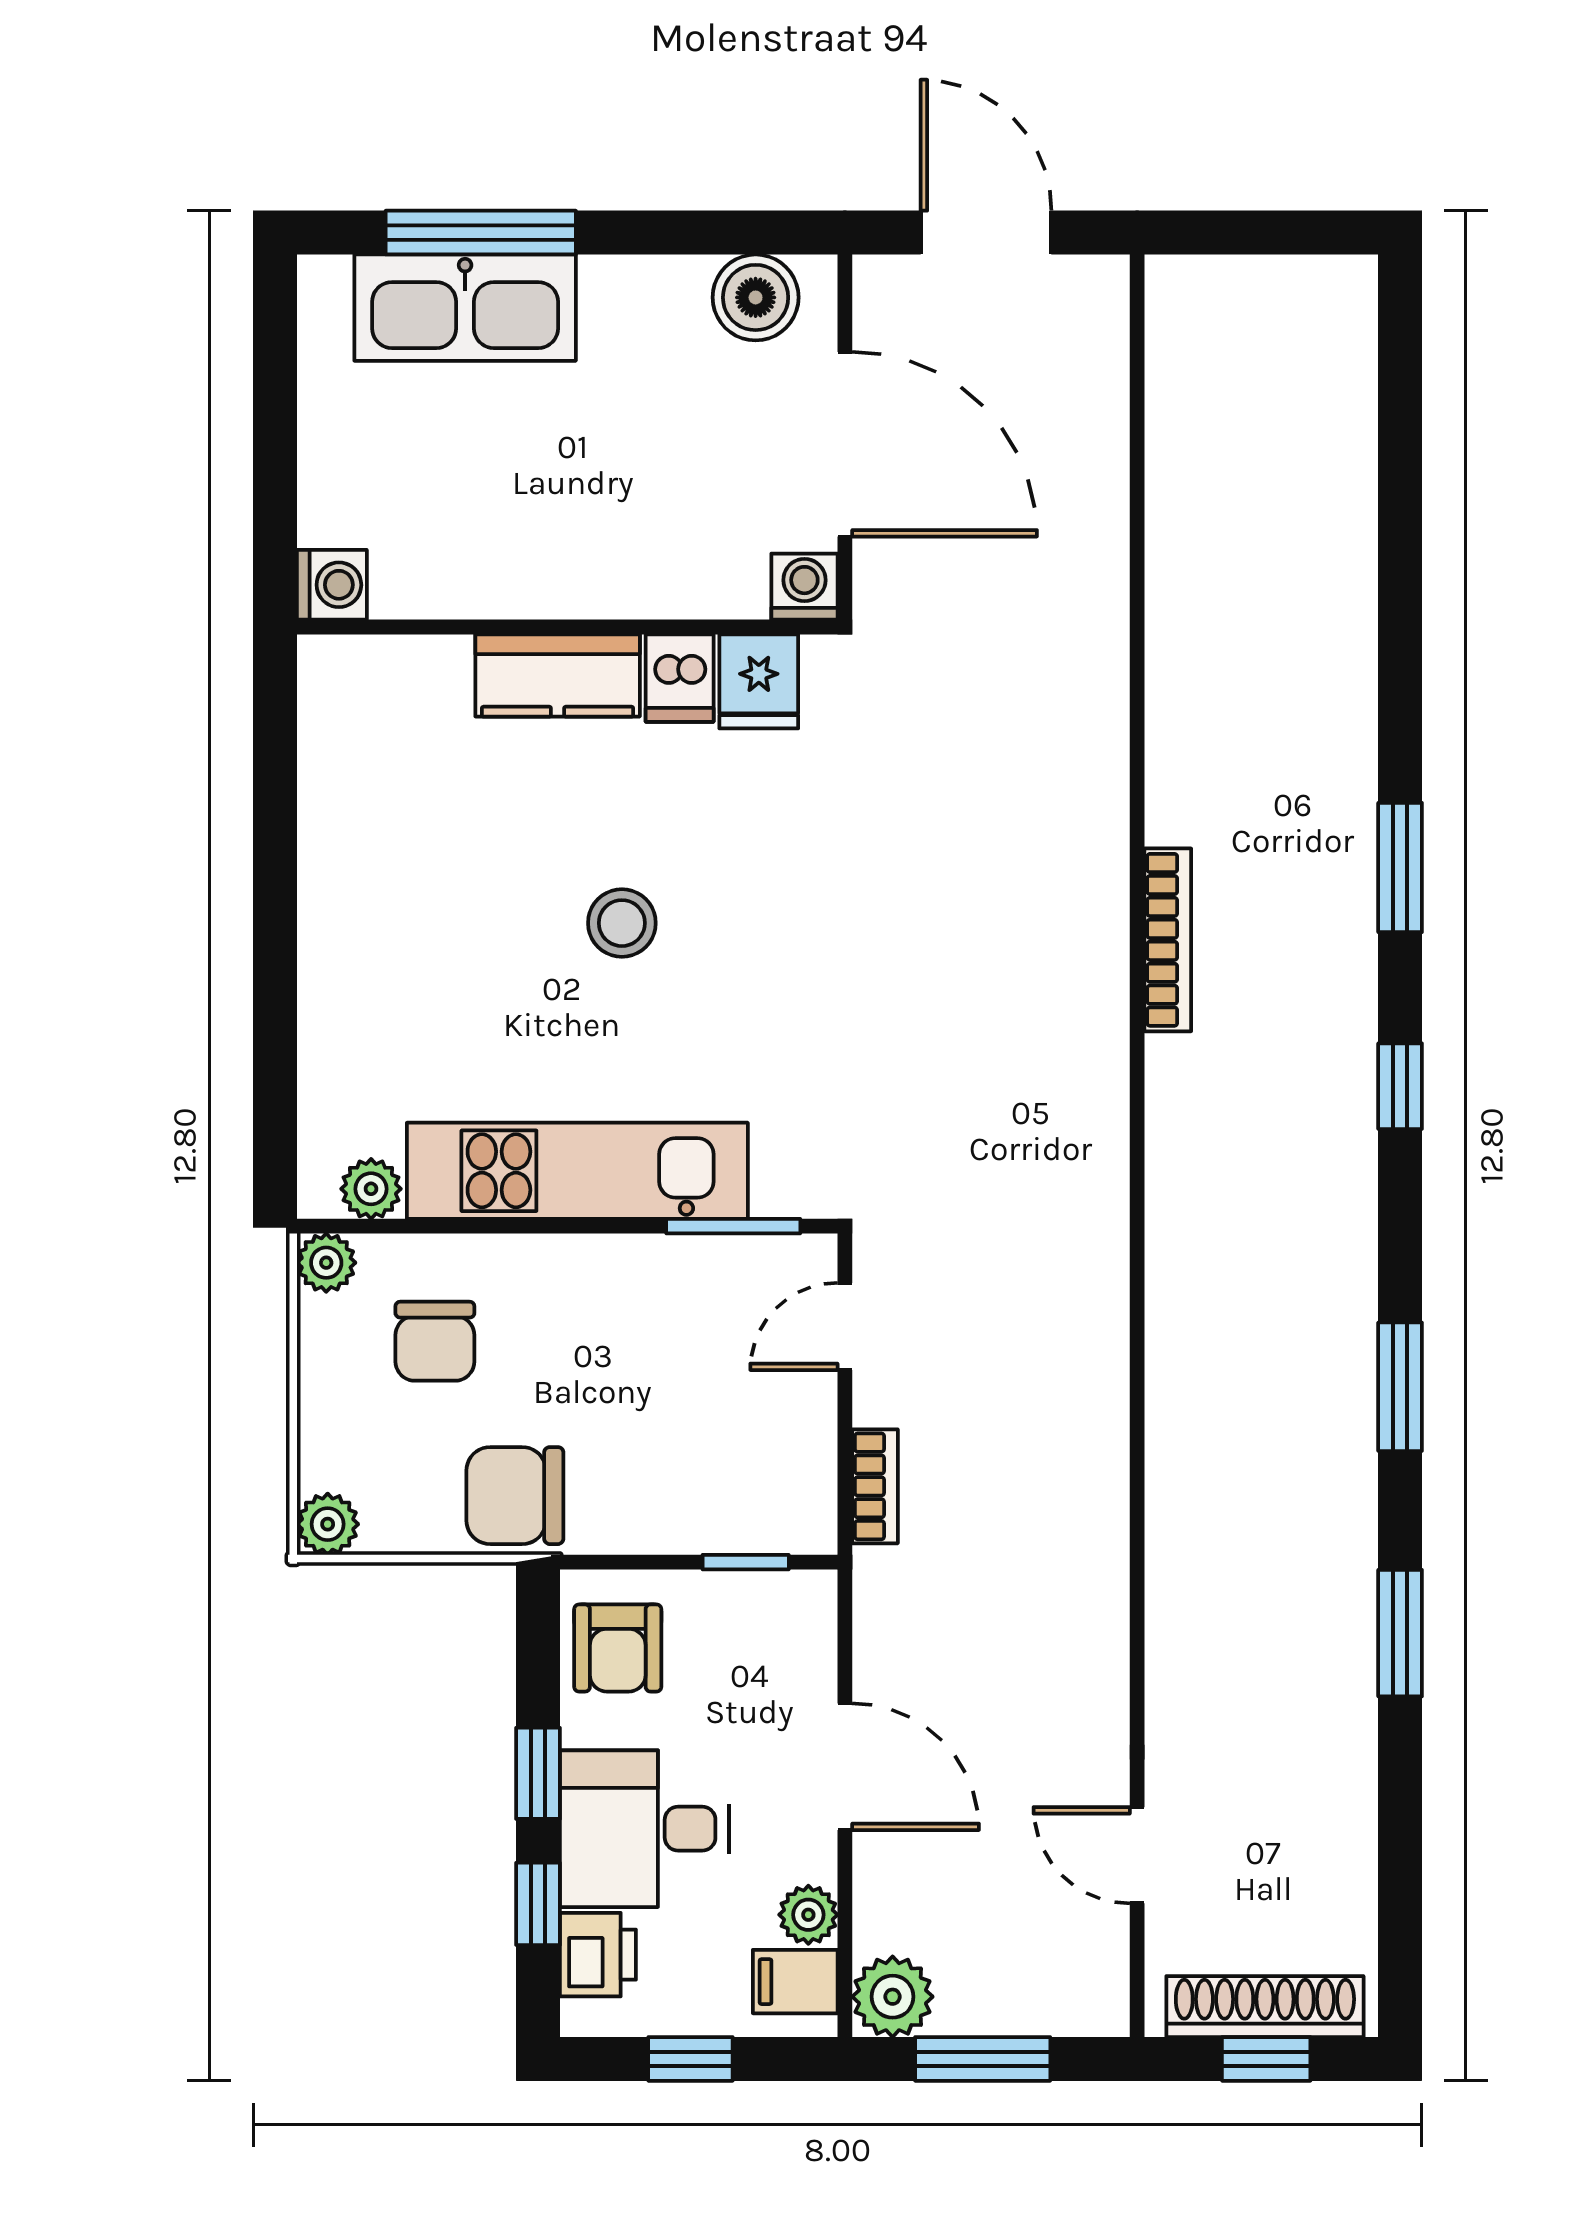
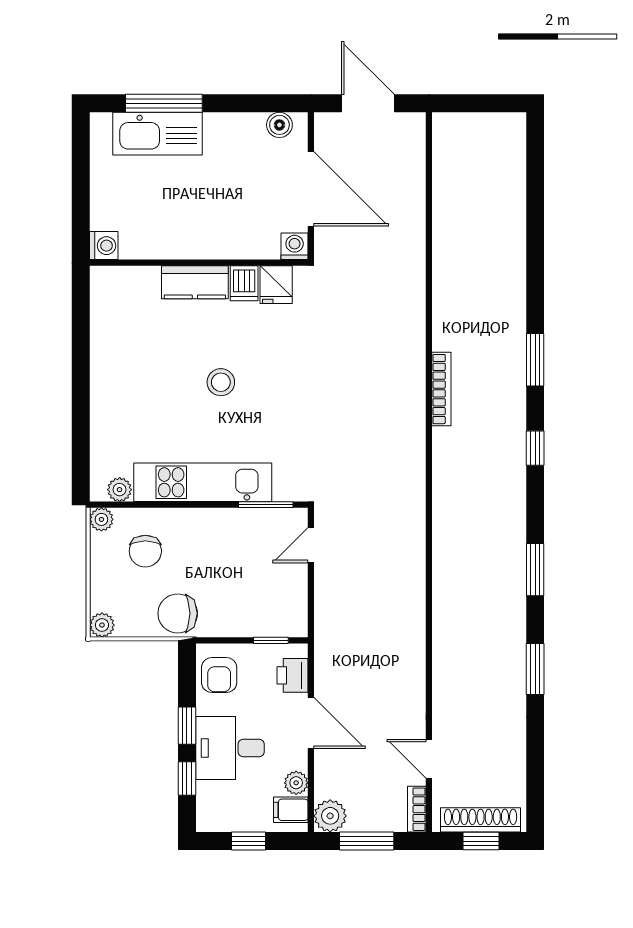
boiler: (756, 297) -> (279, 125), width x0.73, depth x0.73
bookcase: (875, 1486) -> (417, 809), moved, turned 180
printer: (598, 1955) -> (293, 675), moved, turned 180

